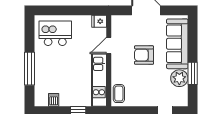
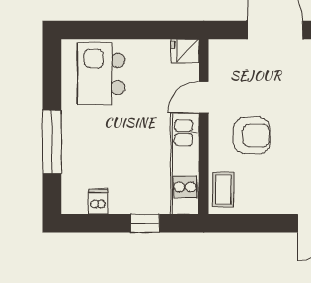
kitchen island: (55, 33) -> (101, 74), turned -90
armchair: (144, 55) -> (252, 135), moved, turned 180

